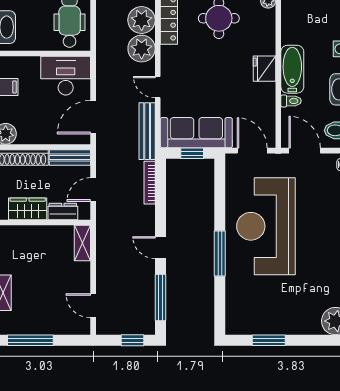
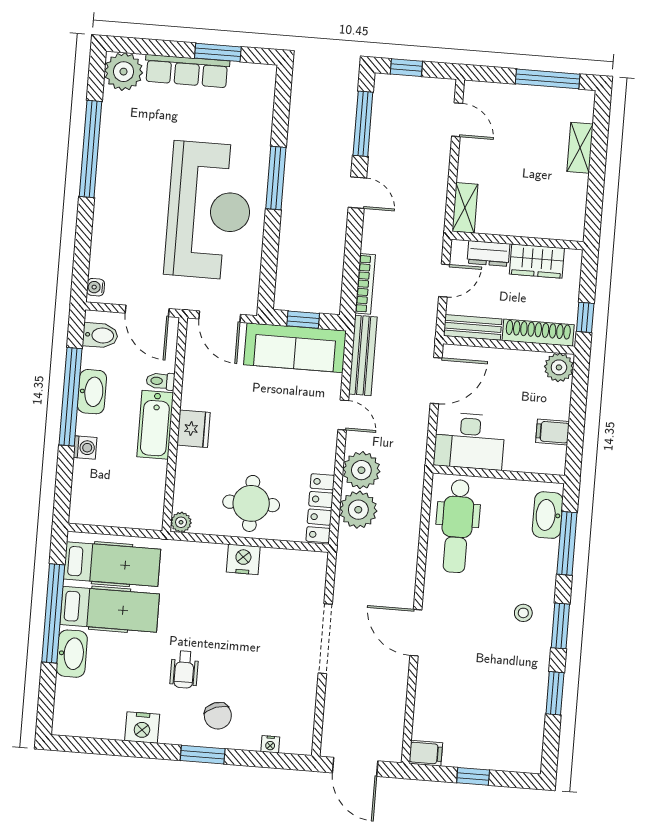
row of seats: (290, 325) -> (187, 71), added

